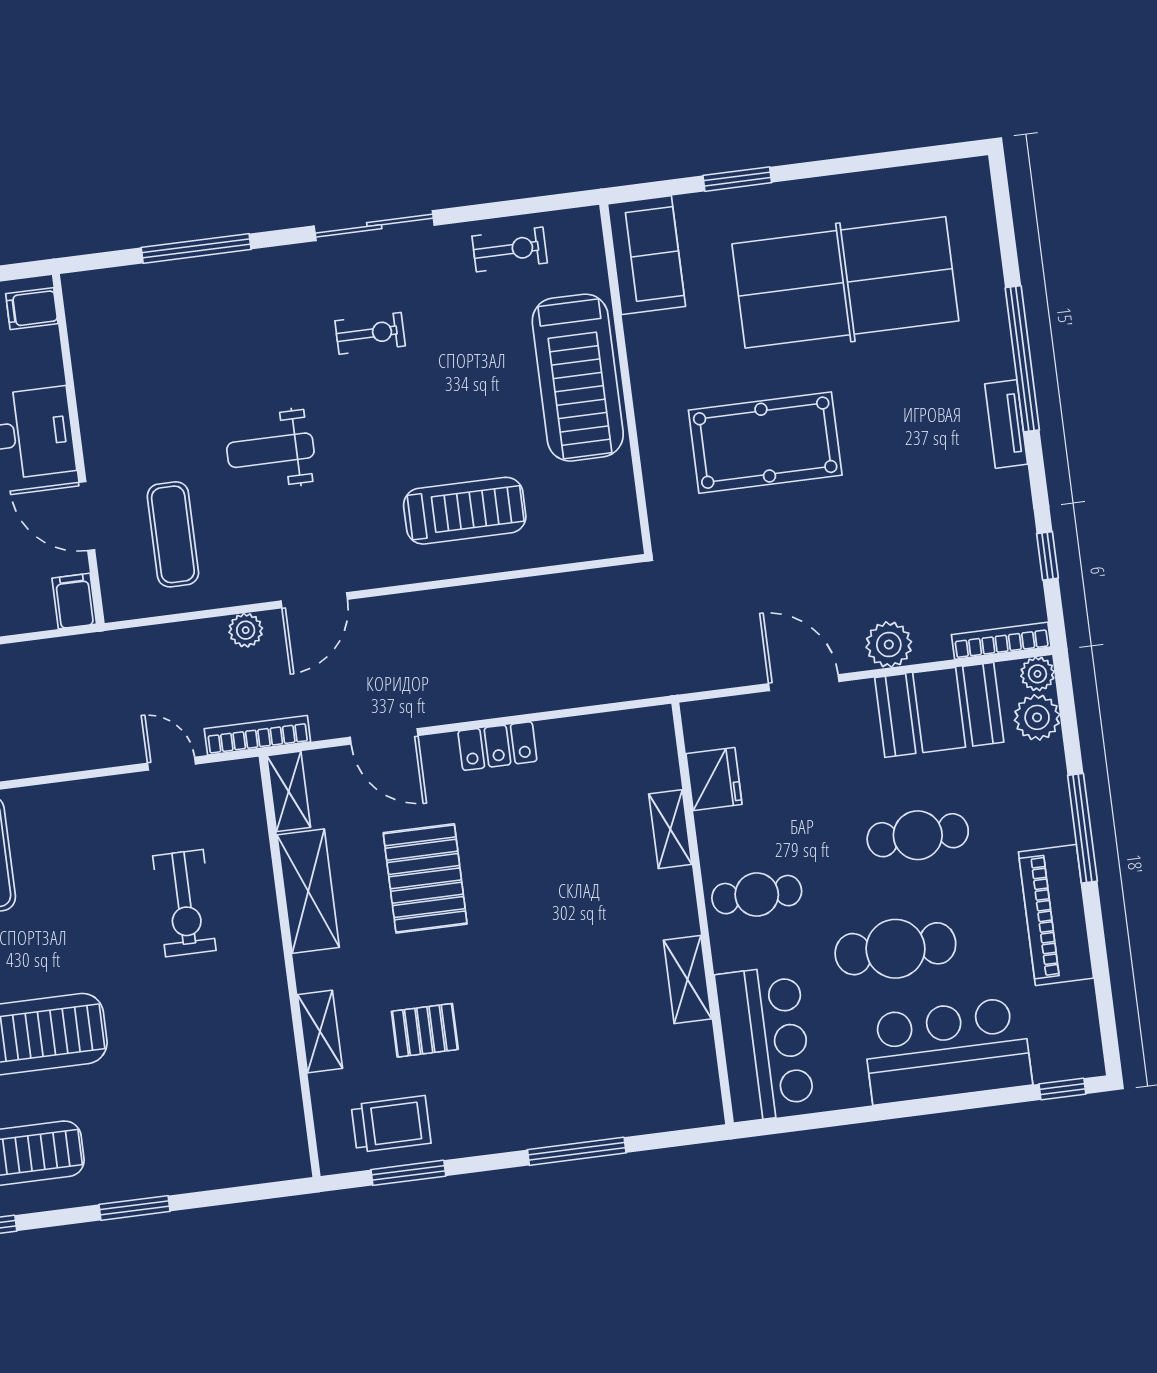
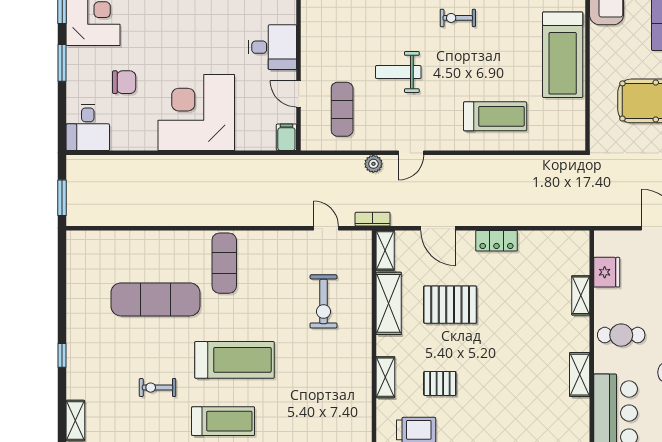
exercise bike: (370, 333) -> (458, 18), turned 180
door: (87, 516) -> (299, 94), width x0.73
door: (314, 600) -> (411, 153), width x0.73
bookcase: (257, 735) -> (373, 219), width x0.64
pallet: (425, 878) -> (450, 305), turned 90

